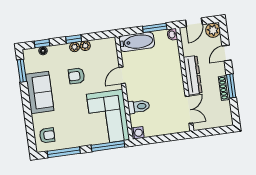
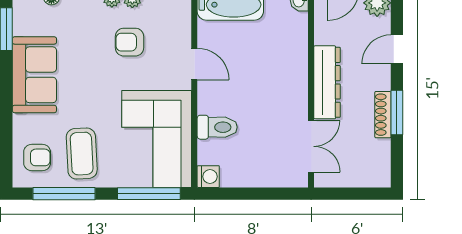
door: (122, 75) -> (194, 64), swing flipped
armchair: (76, 76) -> (130, 42), moved
coffee table: (70, 130) -> (82, 154), added

